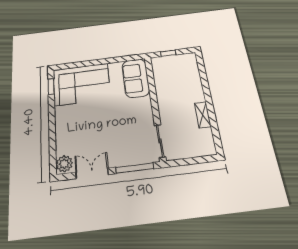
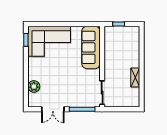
sofa: (136, 78) -> (91, 47), width x1.36
plant: (64, 164) -> (34, 86), moved
double door: (92, 173) -> (53, 109), swing flipped

